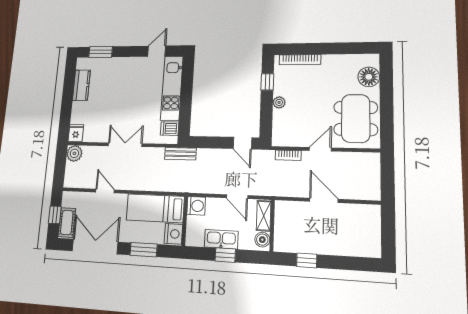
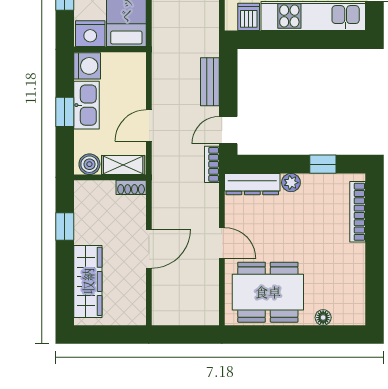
floor lamp: (369, 77) -> (323, 318), width x0.53, depth x0.53
dresser: (279, 128) -> (252, 184), added
bench: (180, 154) -> (210, 82), moved
bookcase: (288, 155) -> (212, 164), moved
washing machine: (196, 206) -> (87, 66), moved, turned -90
shoe rack: (280, 211) -> (131, 187), added
wardrobe: (348, 246) -> (88, 281), added

